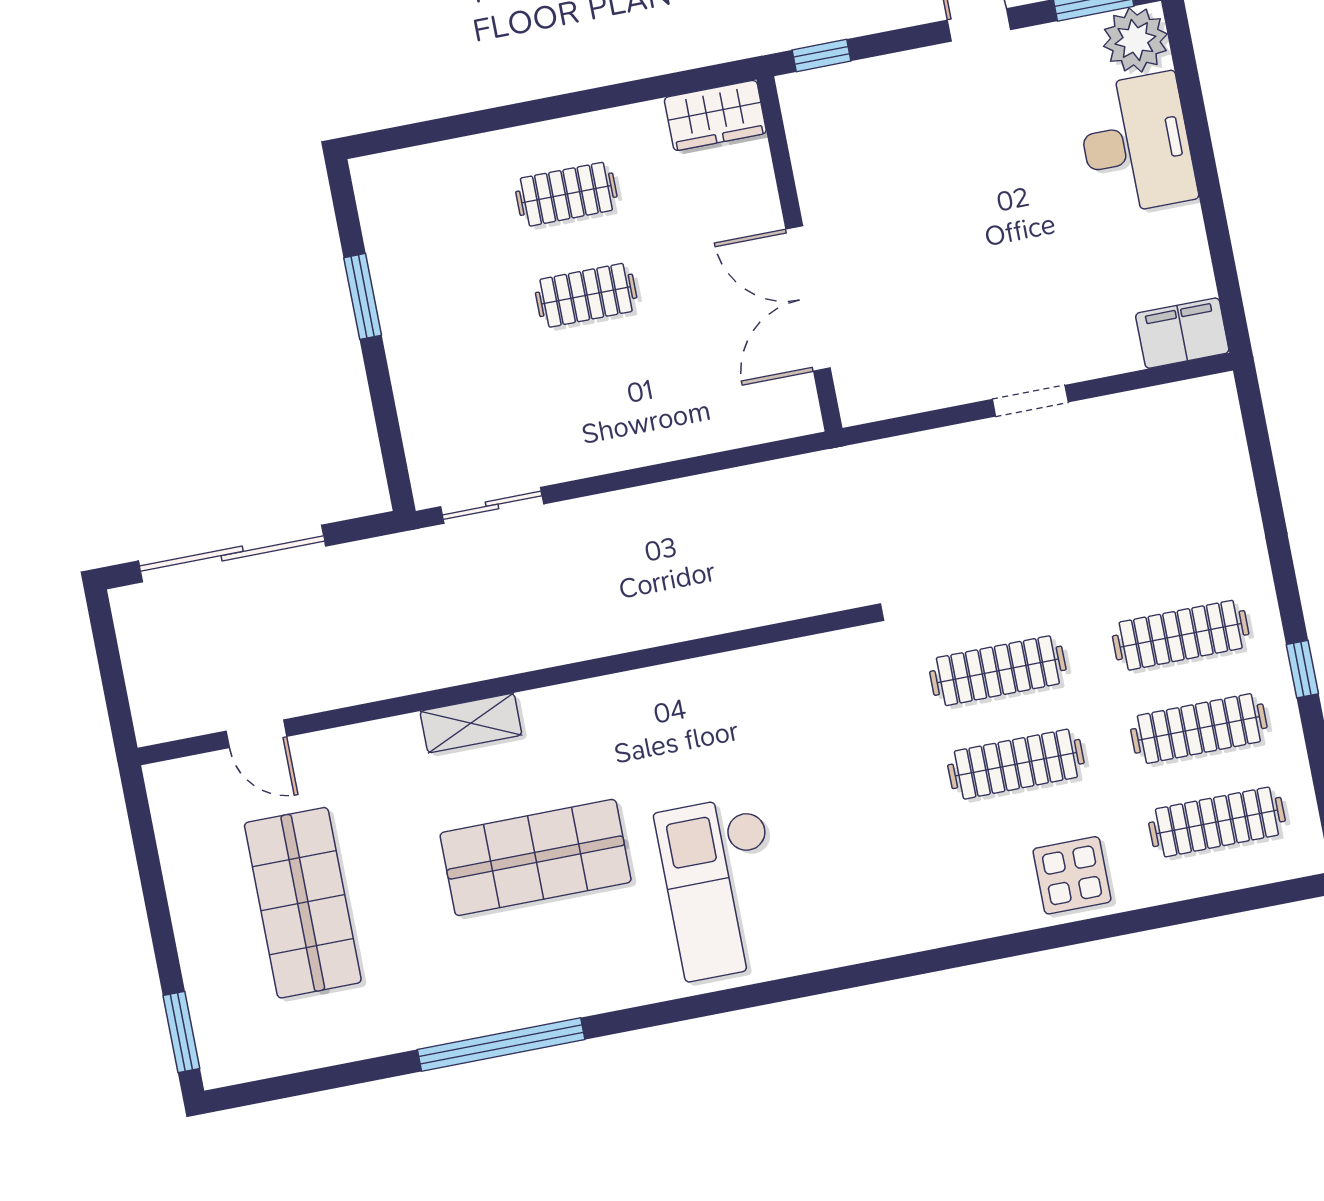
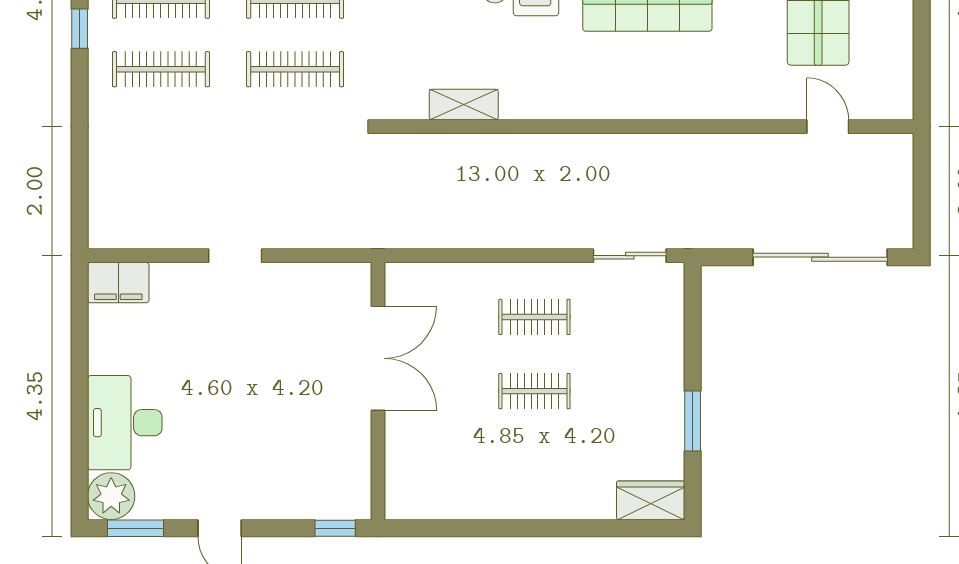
wardrobe: (715, 115) -> (651, 500), moved
clothes rail: (566, 194) -> (534, 317), moved
shelving: (471, 723) -> (464, 105), moved

